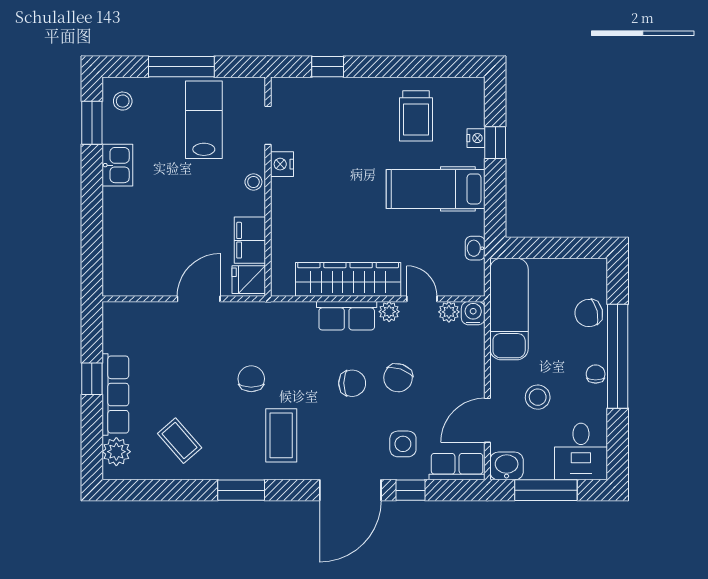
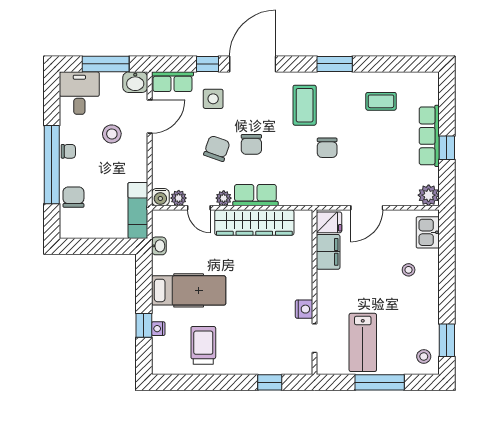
kitchen sink: (117, 165) -> (428, 232), moved
stool: (253, 182) -> (409, 270), moved
exam couch: (509, 309) -> (138, 210), width x0.73, depth x0.69
chair: (589, 313) -> (73, 197), turned -77
chair: (596, 374) -> (68, 151), turned -90
chair: (352, 383) -> (251, 144), turned -90
coffee table: (180, 441) -> (381, 101), turned -49
plant: (116, 452) -> (429, 195), moved

